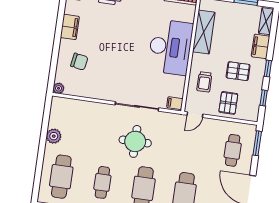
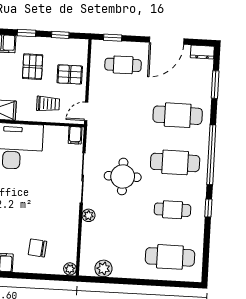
chair: (79, 62) -> (38, 248), turned -94
plant: (104, 109) -> (89, 215), added
door: (195, 115) -> (86, 111), swing flipped
plant: (54, 136) -> (103, 268), moved
window: (257, 143) -> (113, 38), width x0.67

